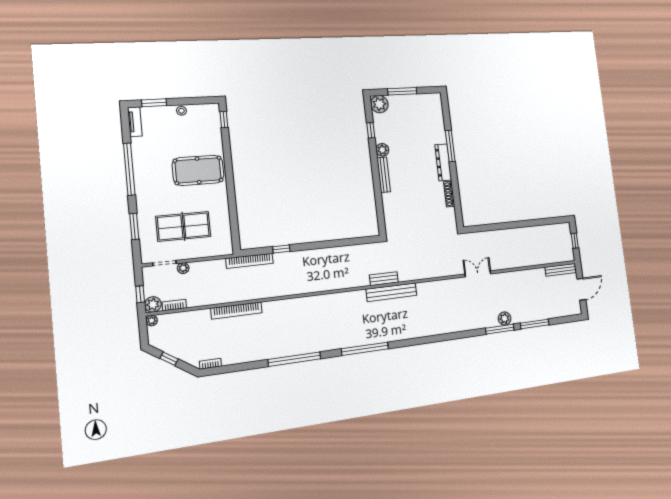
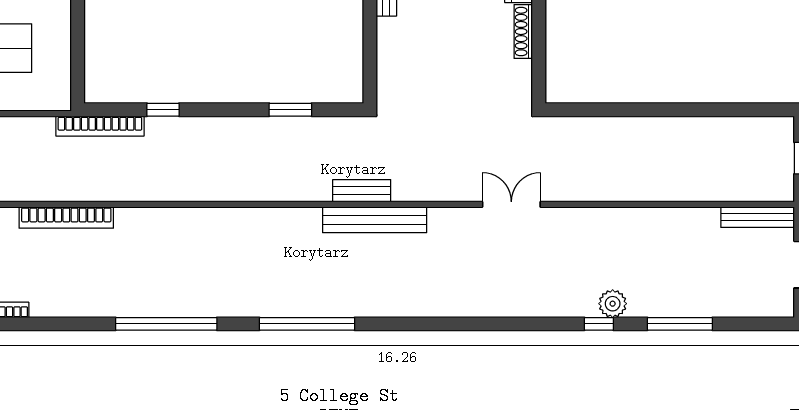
window: (345, 242) -> (290, 110), added
double door: (478, 274) -> (511, 204), moved
window: (500, 329) -> (599, 324), width x0.46

